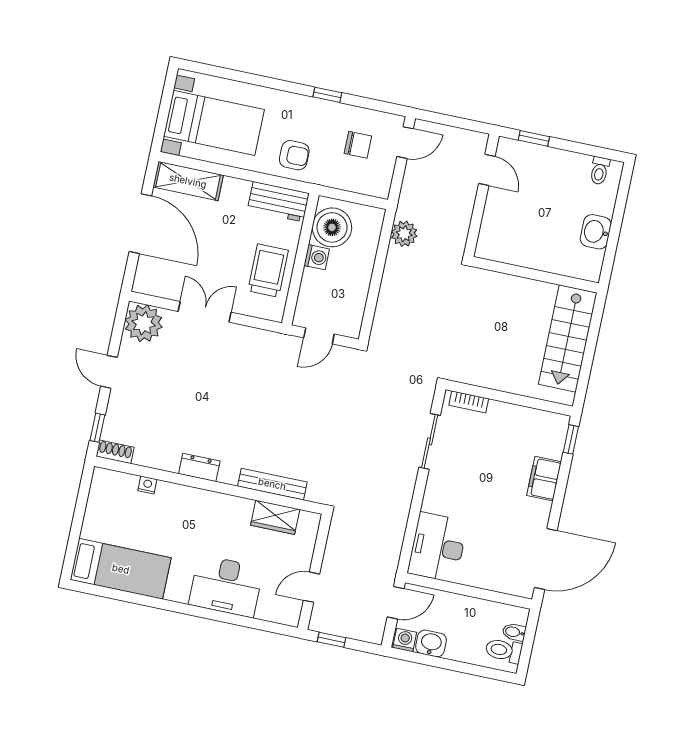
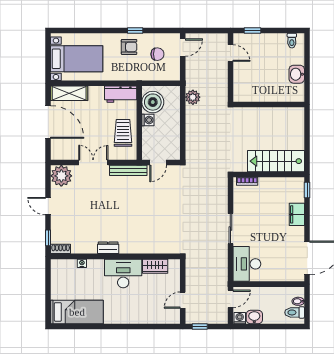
armchair: (294, 155) -> (129, 47), moved
stairs: (568, 338) -> (276, 161), moved, turned 90
sliding door: (430, 441) -> (230, 229), moved
bench: (272, 484) -> (128, 170), moved
desk: (226, 586) -> (123, 274), moved, turned 180

